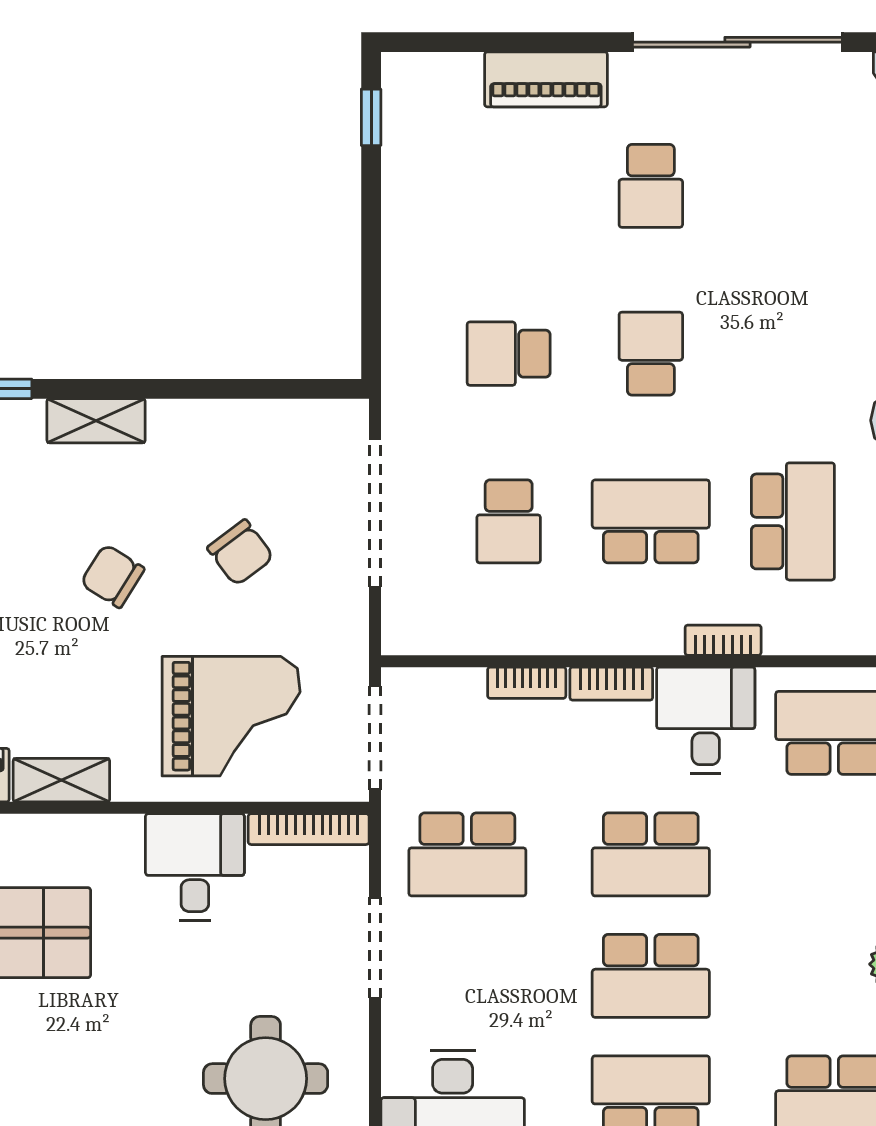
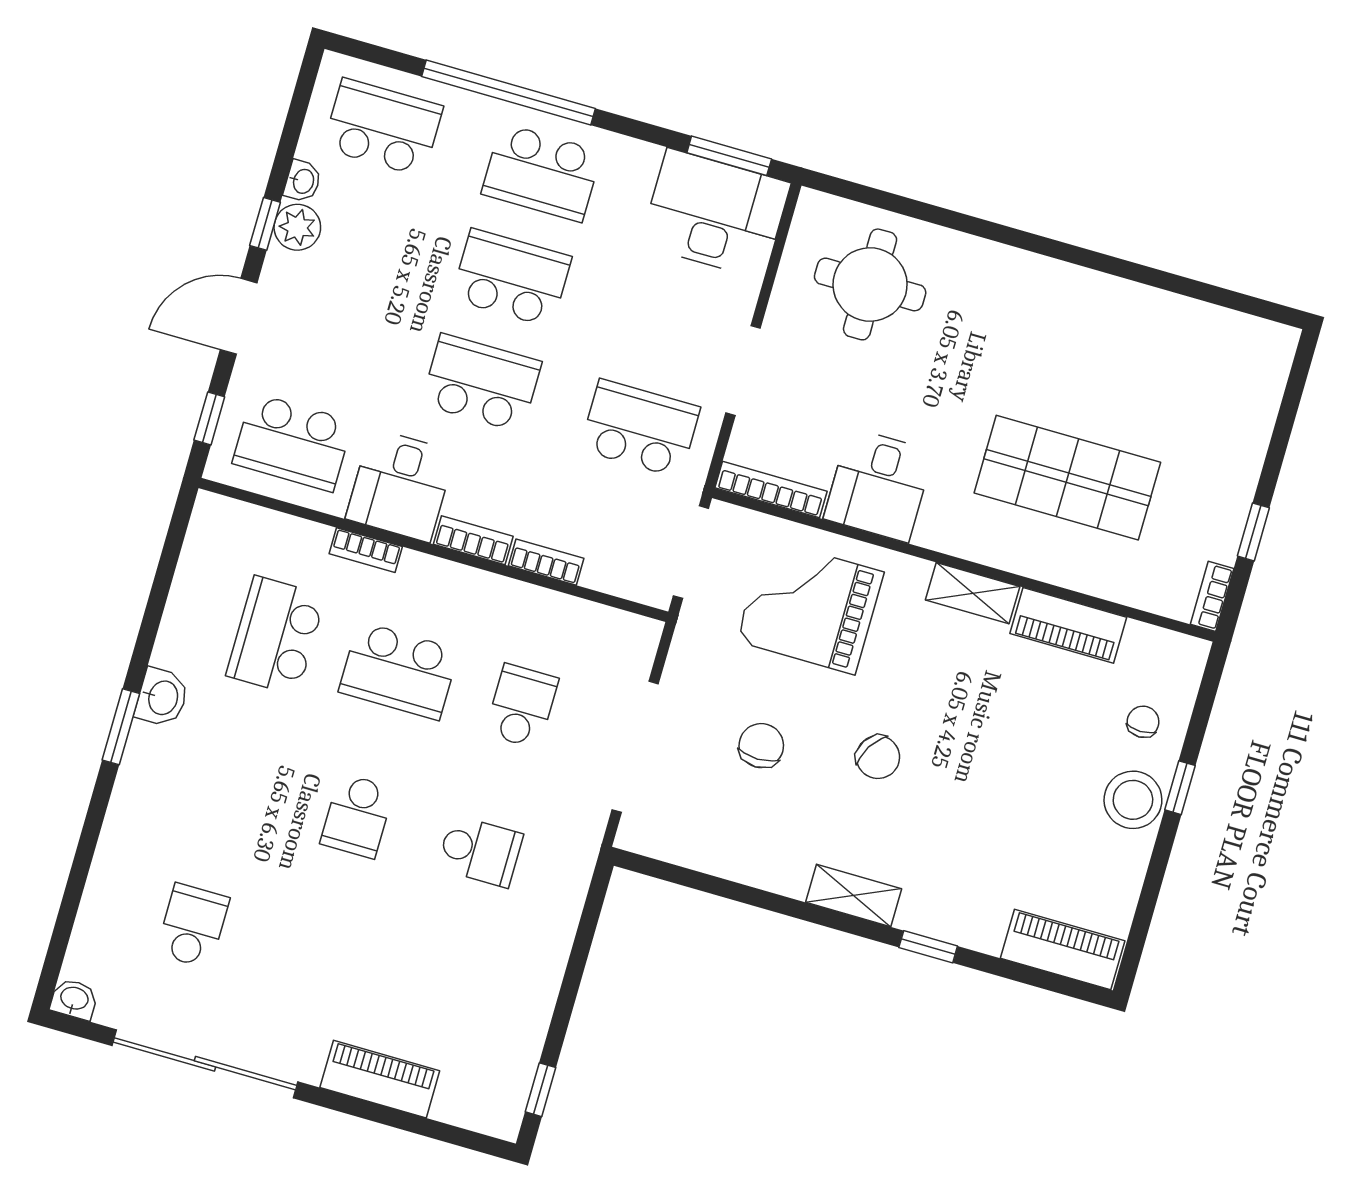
school desk: (651, 186) -> (193, 926), moved
chair: (241, 553) -> (761, 746), turned 37

